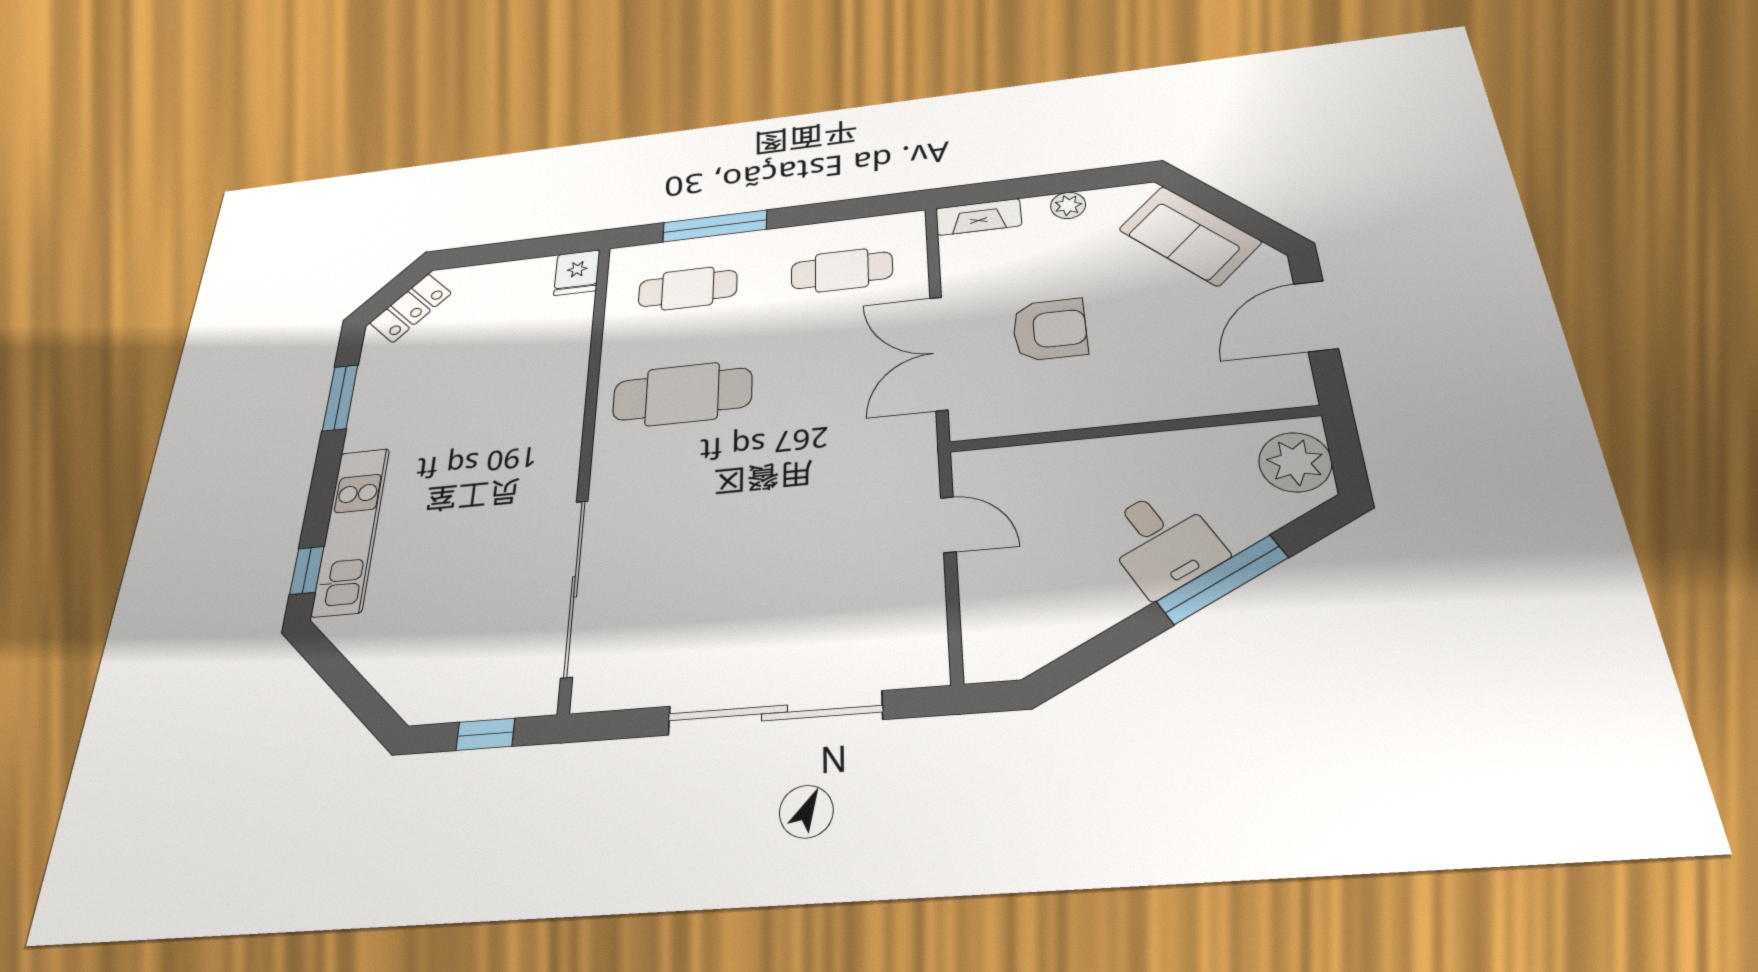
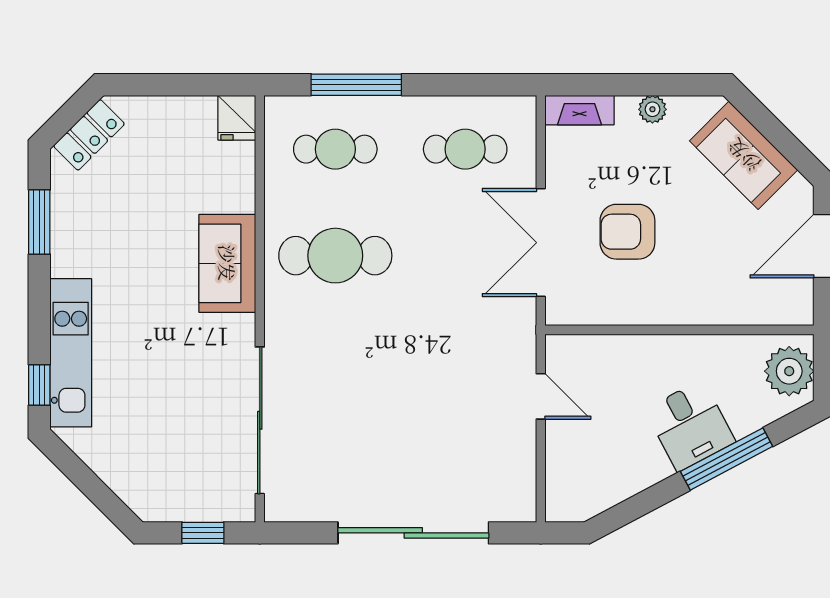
armchair: (1050, 330) -> (627, 232), turned 180
sofa: (551, 416) -> (227, 263), added

